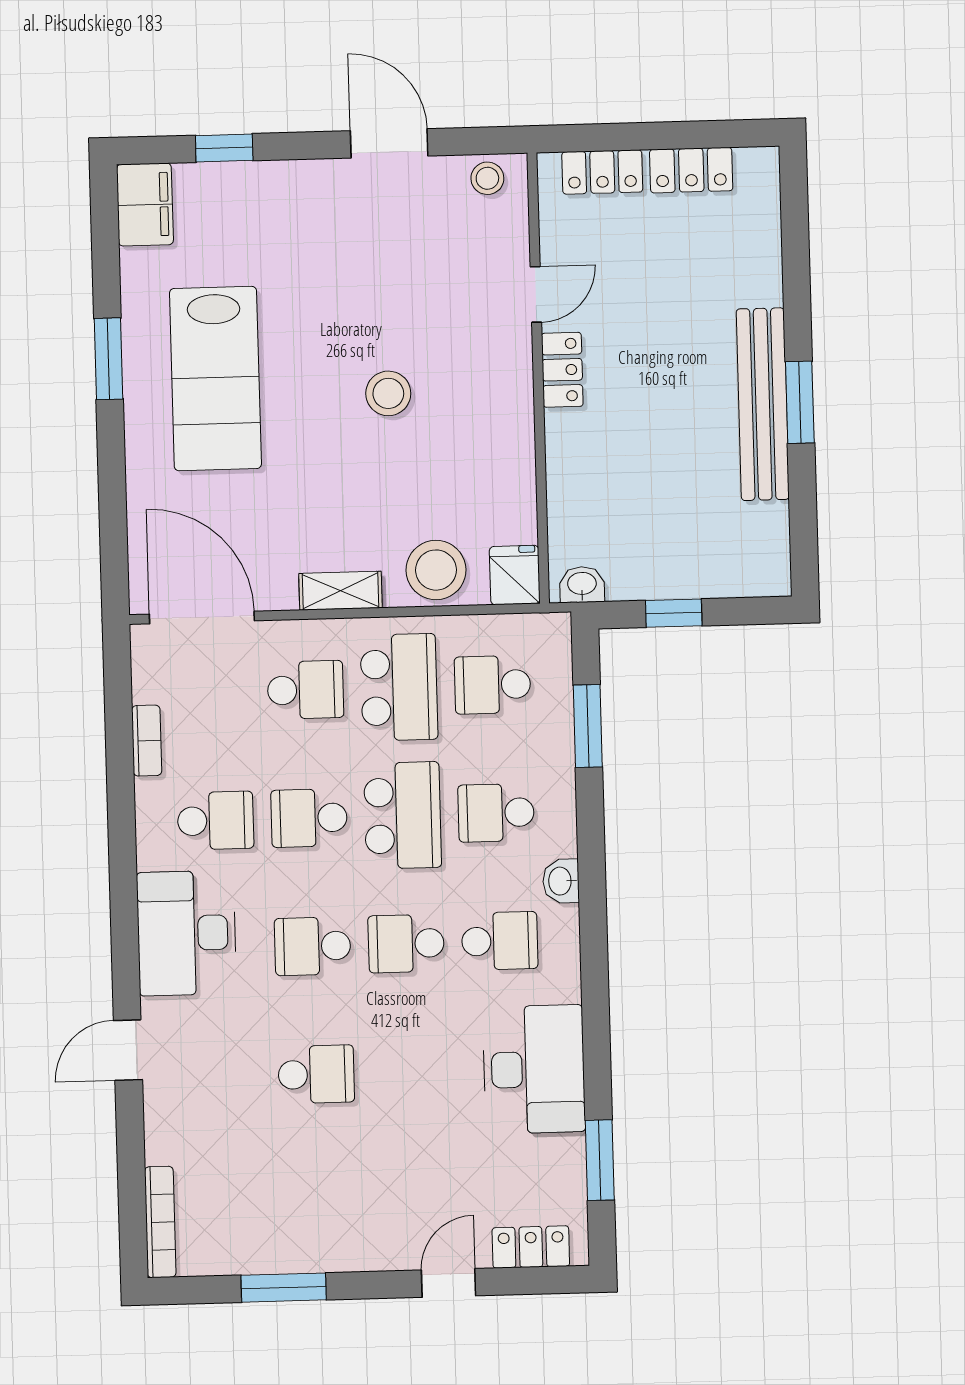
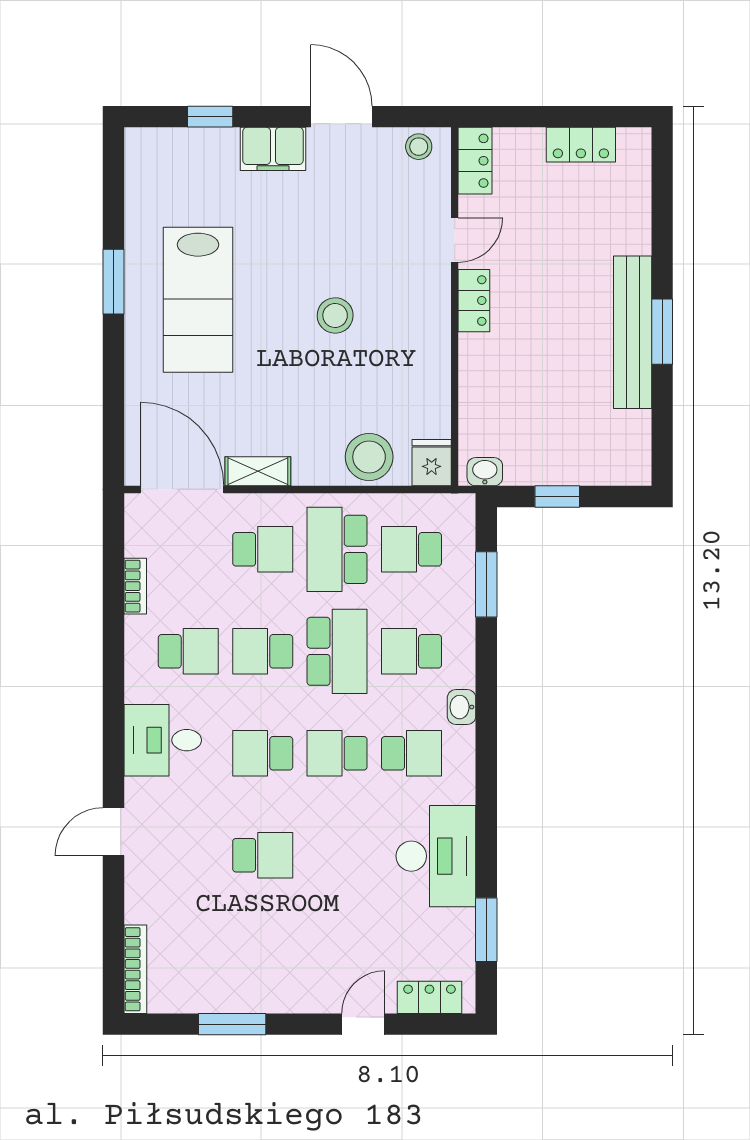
locker: (602, 172) -> (475, 161), moved, turned -90
filing cabinet: (145, 205) -> (273, 149), moved, turned 90
shelving: (340, 591) -> (258, 471), moved
school desk: (399, 687) -> (337, 549), turned 180
desk: (187, 933) -> (163, 740), width x0.73

